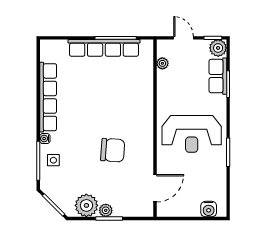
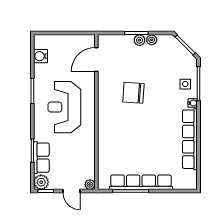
plant: (162, 63) -> (90, 185), moved
reception desk: (192, 134) -> (64, 107), turned -90
plant: (86, 205) -> (152, 40), width x0.53, depth x0.53
water cooler: (209, 209) -> (41, 56), moved, turned -90

